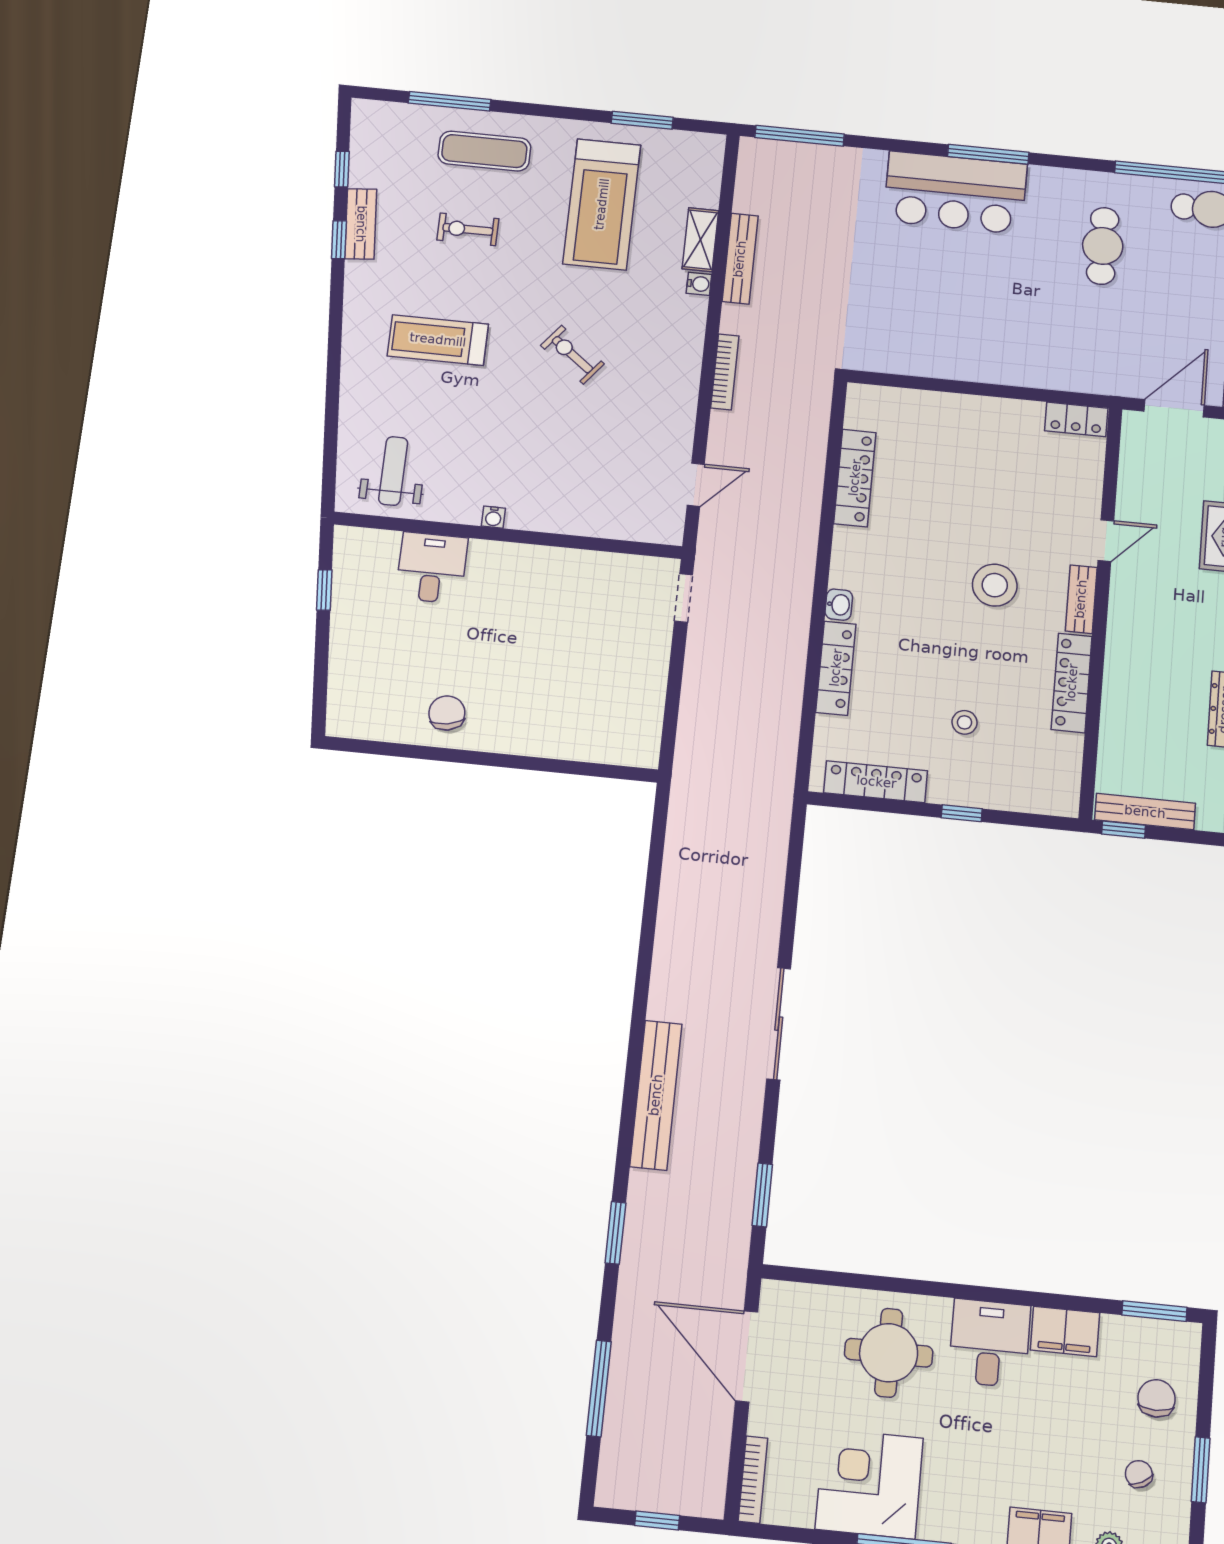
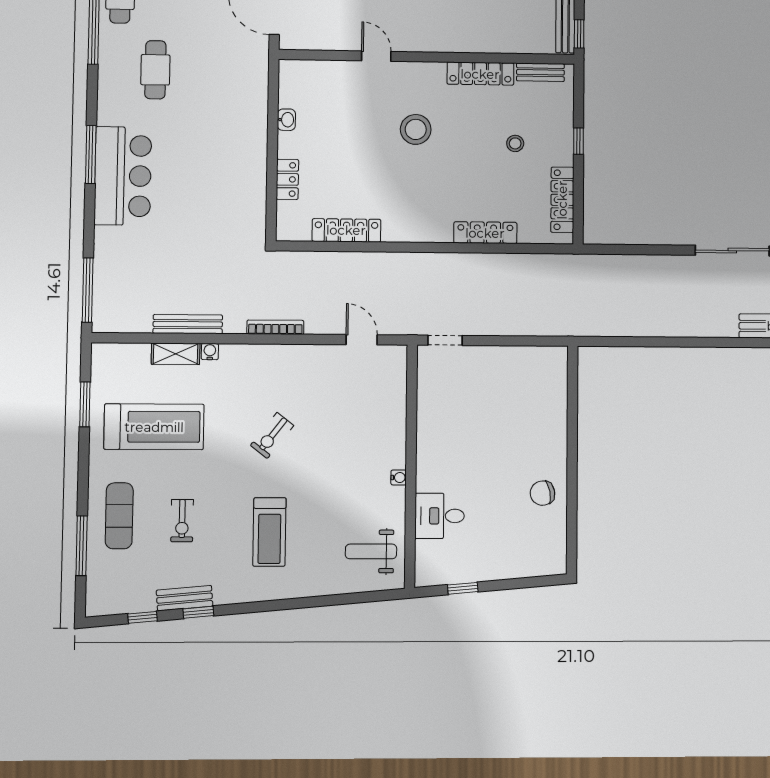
cafe table: (1103, 246) -> (155, 70), turned 90
locker: (1076, 419) -> (287, 179), moved
bench: (1081, 599) -> (540, 72), moved
washbasin: (839, 605) -> (286, 120), moved, turned 90

